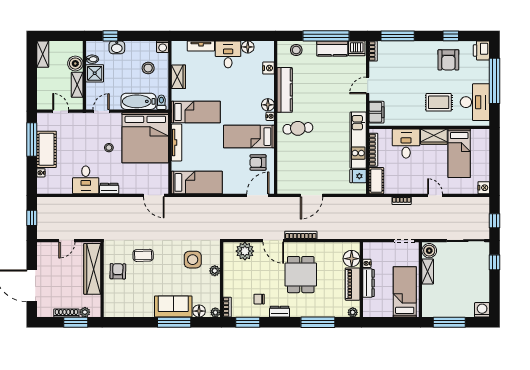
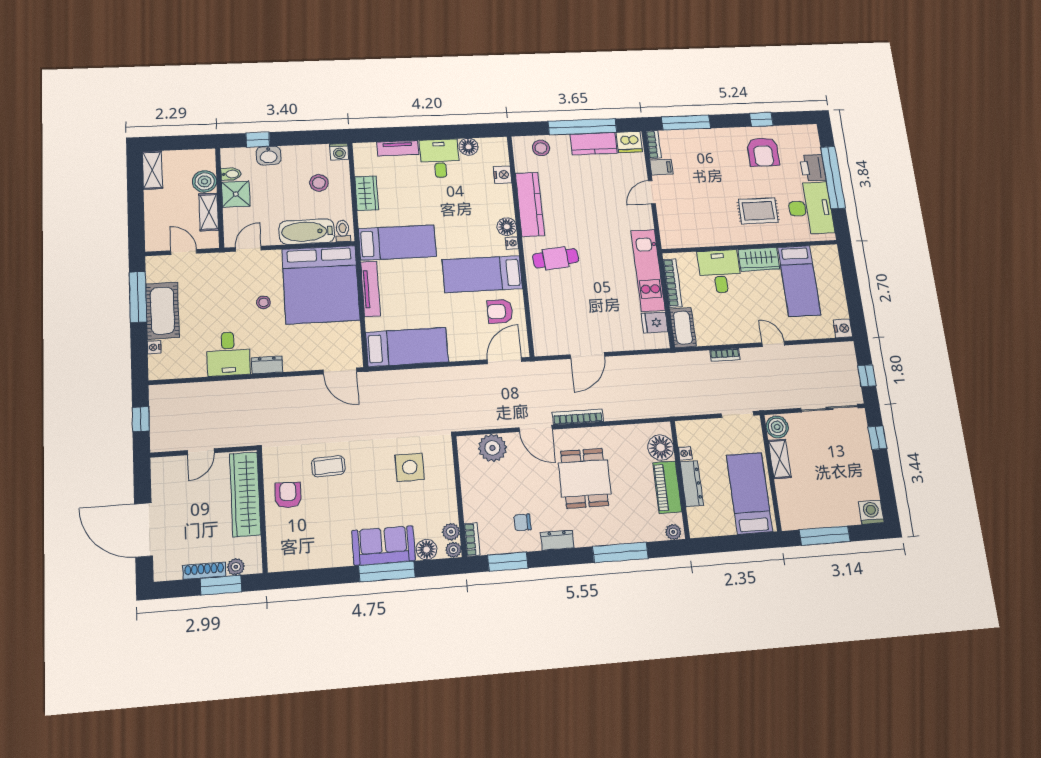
printer: (481, 50) -> (813, 168), moved
filing cabinet: (376, 112) -> (661, 167), moved, width x0.50
plant: (215, 271) -> (451, 532), moved

